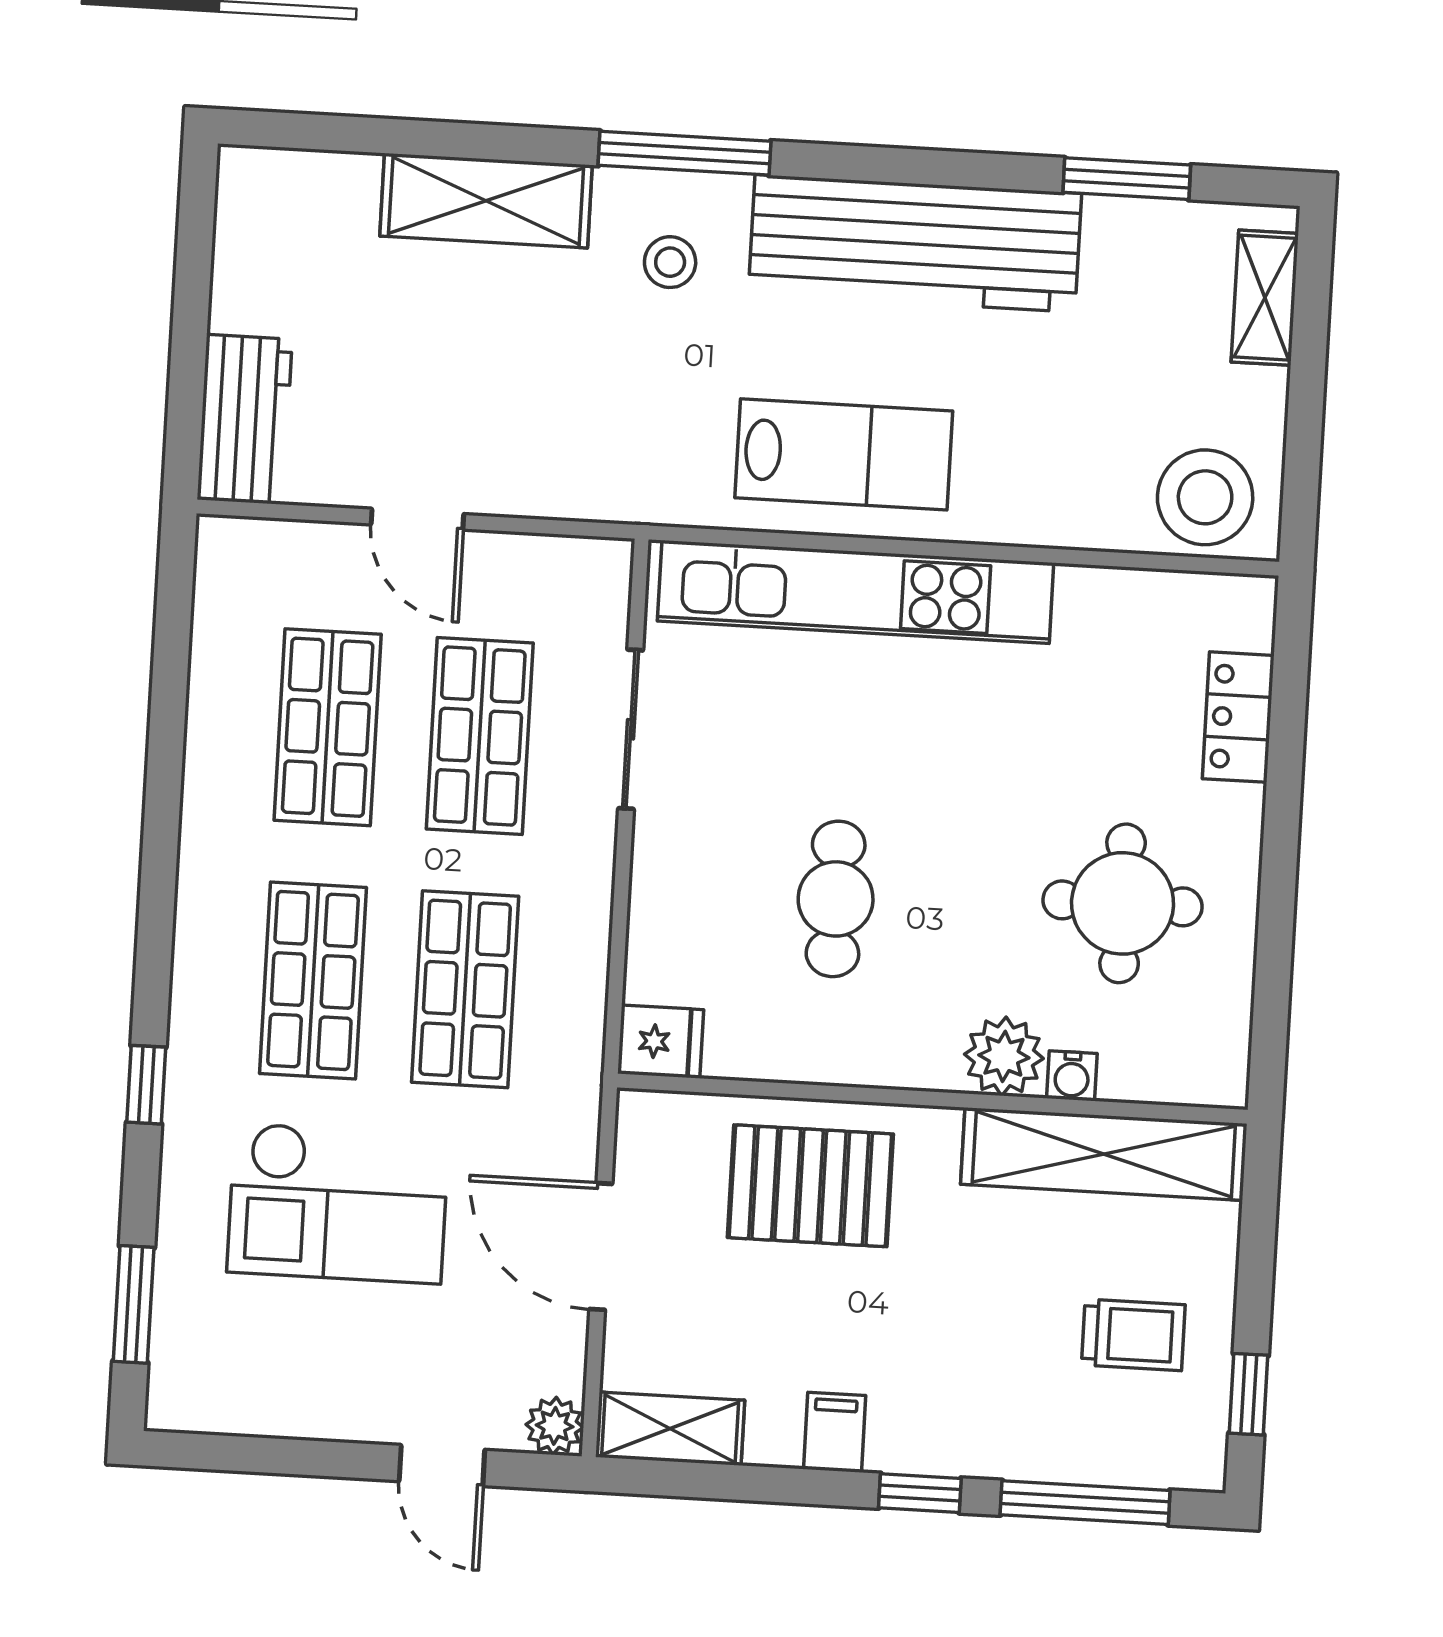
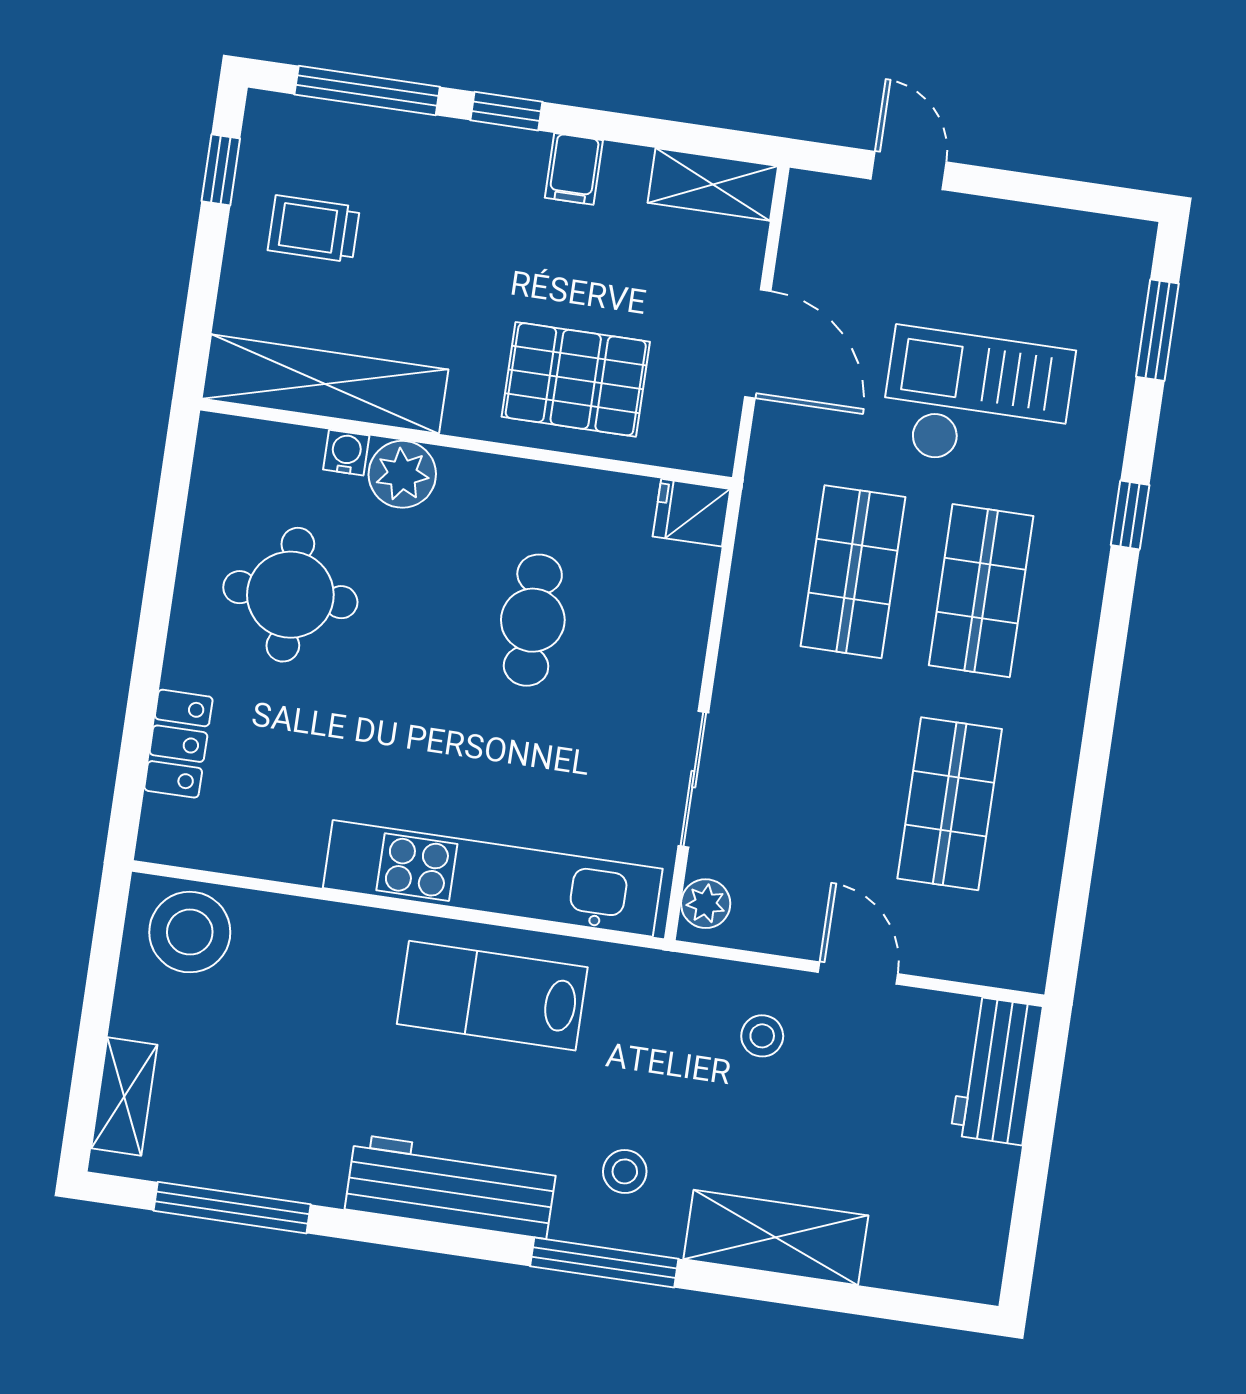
window: (1127, 179) -> (232, 1208), width x1.44
workbench: (915, 243) -> (451, 1186), width x0.73, depth x0.76
stool: (523, 435) -> (762, 1036), added
shop shelf: (480, 736) -> (822, 785), removed
plant: (555, 1426) -> (706, 904), moved

